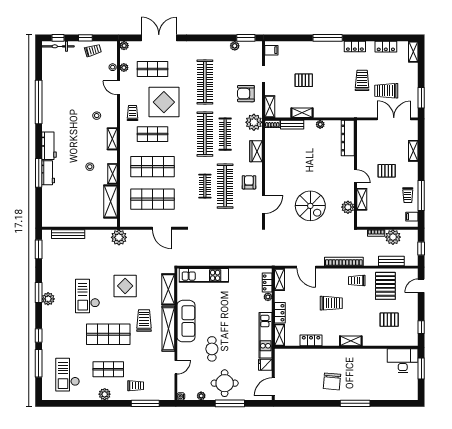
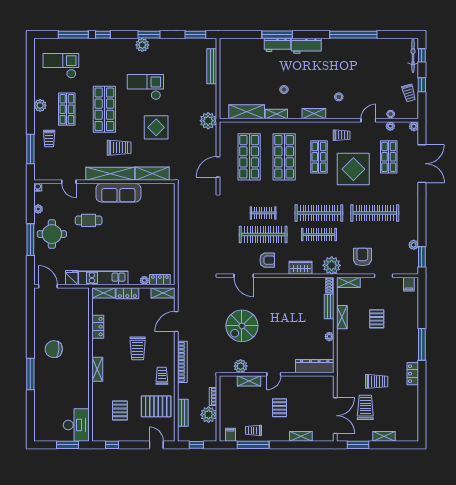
locker: (386, 47) -> (413, 407), removed
shelving: (413, 52) -> (384, 436), moved
kitchen unit: (204, 275) -> (167, 212), removed

